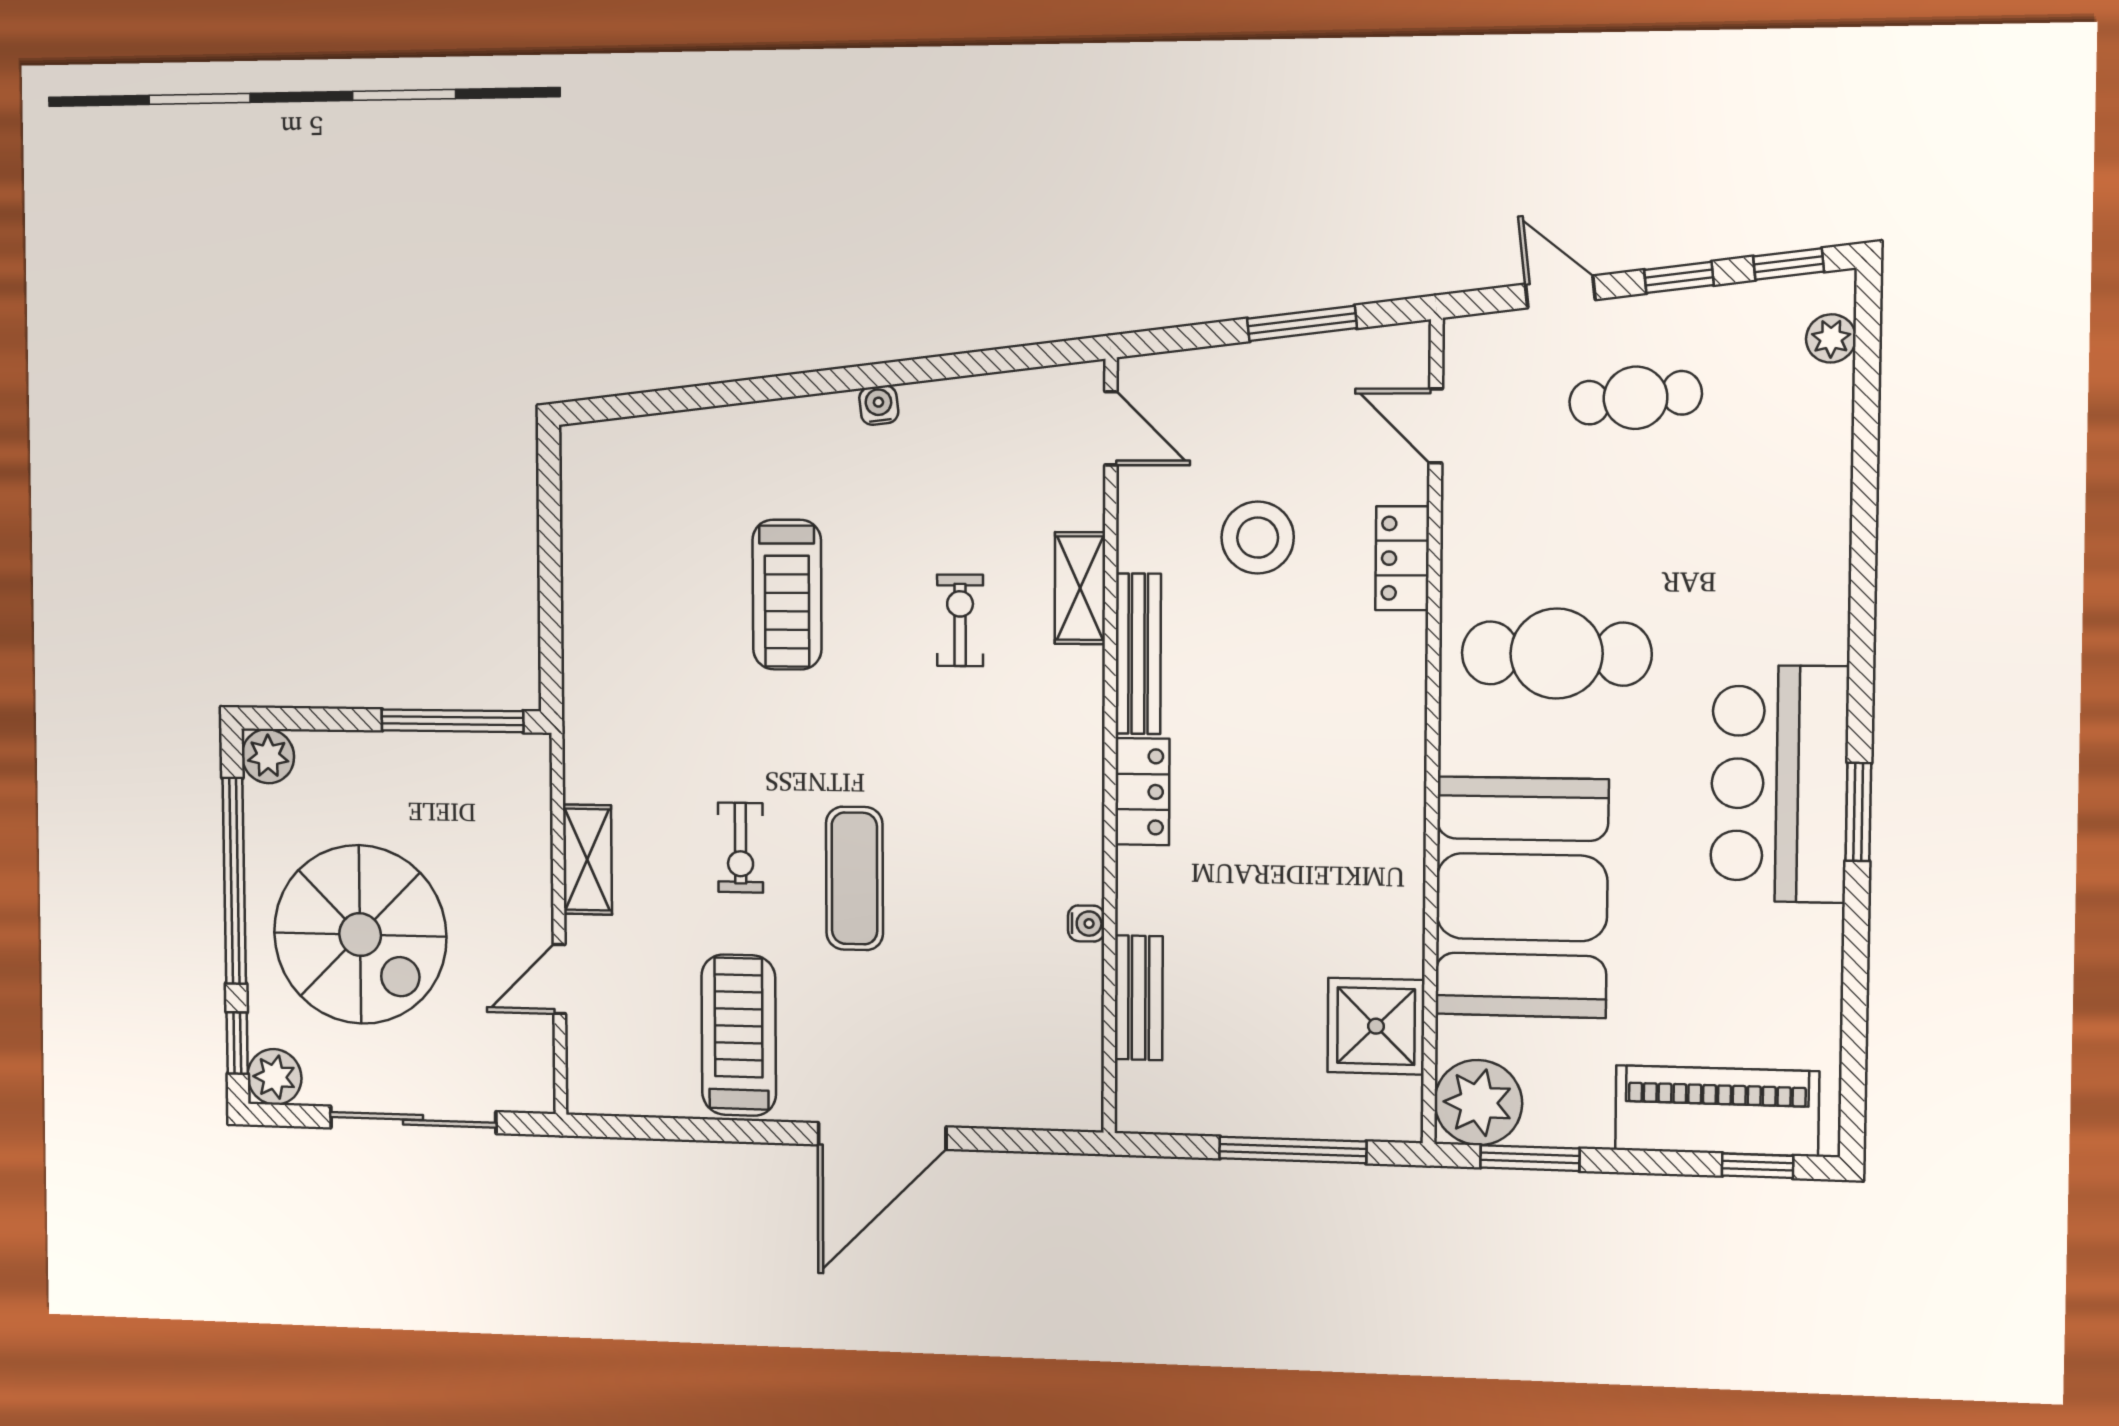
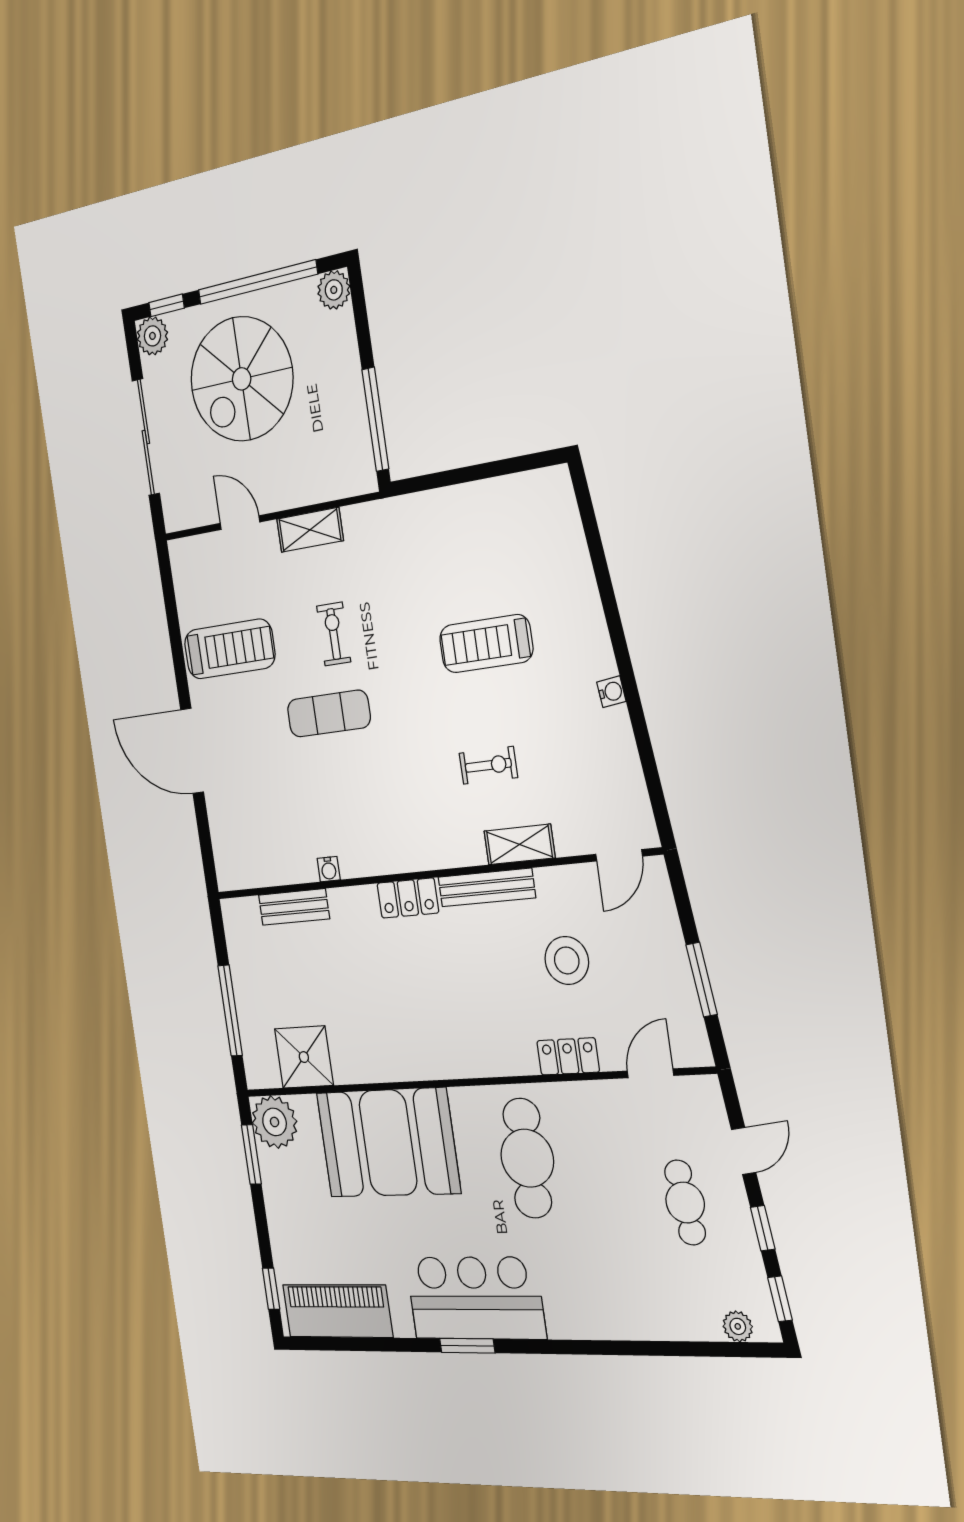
exercise bike: (740, 848) -> (334, 634), turned 90
piano: (1717, 1111) -> (337, 1311), moved, turned -90

